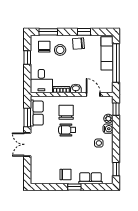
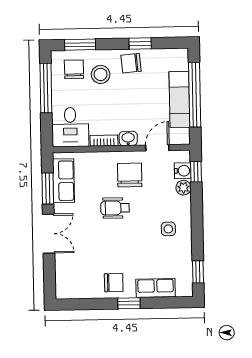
exam couch: (107, 53) -> (179, 100), moved
window: (27, 57) -> (46, 88), width x2.17
door: (93, 94) -> (157, 148), hinge flipped
chair: (66, 112) -> (130, 175), moved
water cooler: (108, 129) -> (183, 171), moved
double door: (27, 144) -> (49, 234), swing flipped

